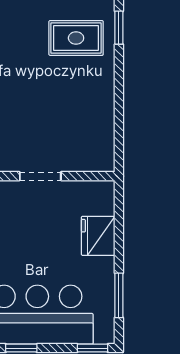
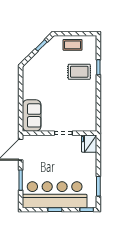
fridge: (98, 236) -> (89, 144), moved

